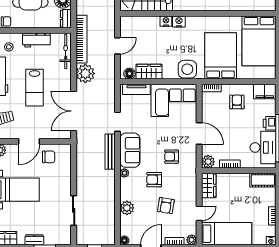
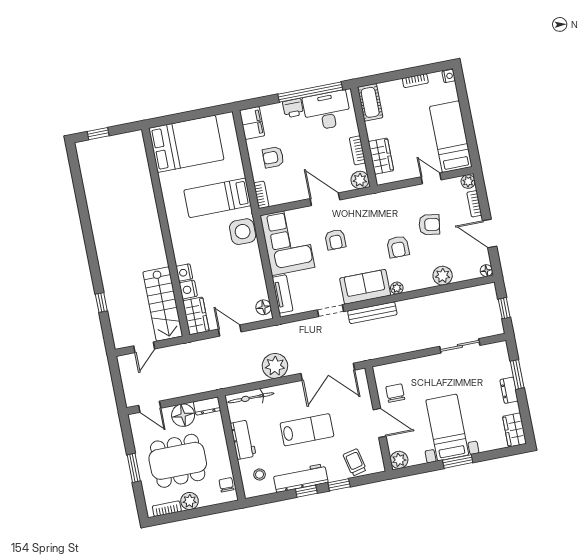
nightstand: (179, 22) -> (188, 290), moved
bookcase: (81, 39) -> (230, 380), removed
bed: (221, 56) -> (218, 198), width x0.67
wardrobe: (149, 72) -> (196, 316), moved, turned 180
door: (199, 133) -> (325, 199), hinge flipped
armchair: (172, 157) -> (335, 240), moved
wardrobe: (209, 185) -> (381, 156), moved, turned 90

